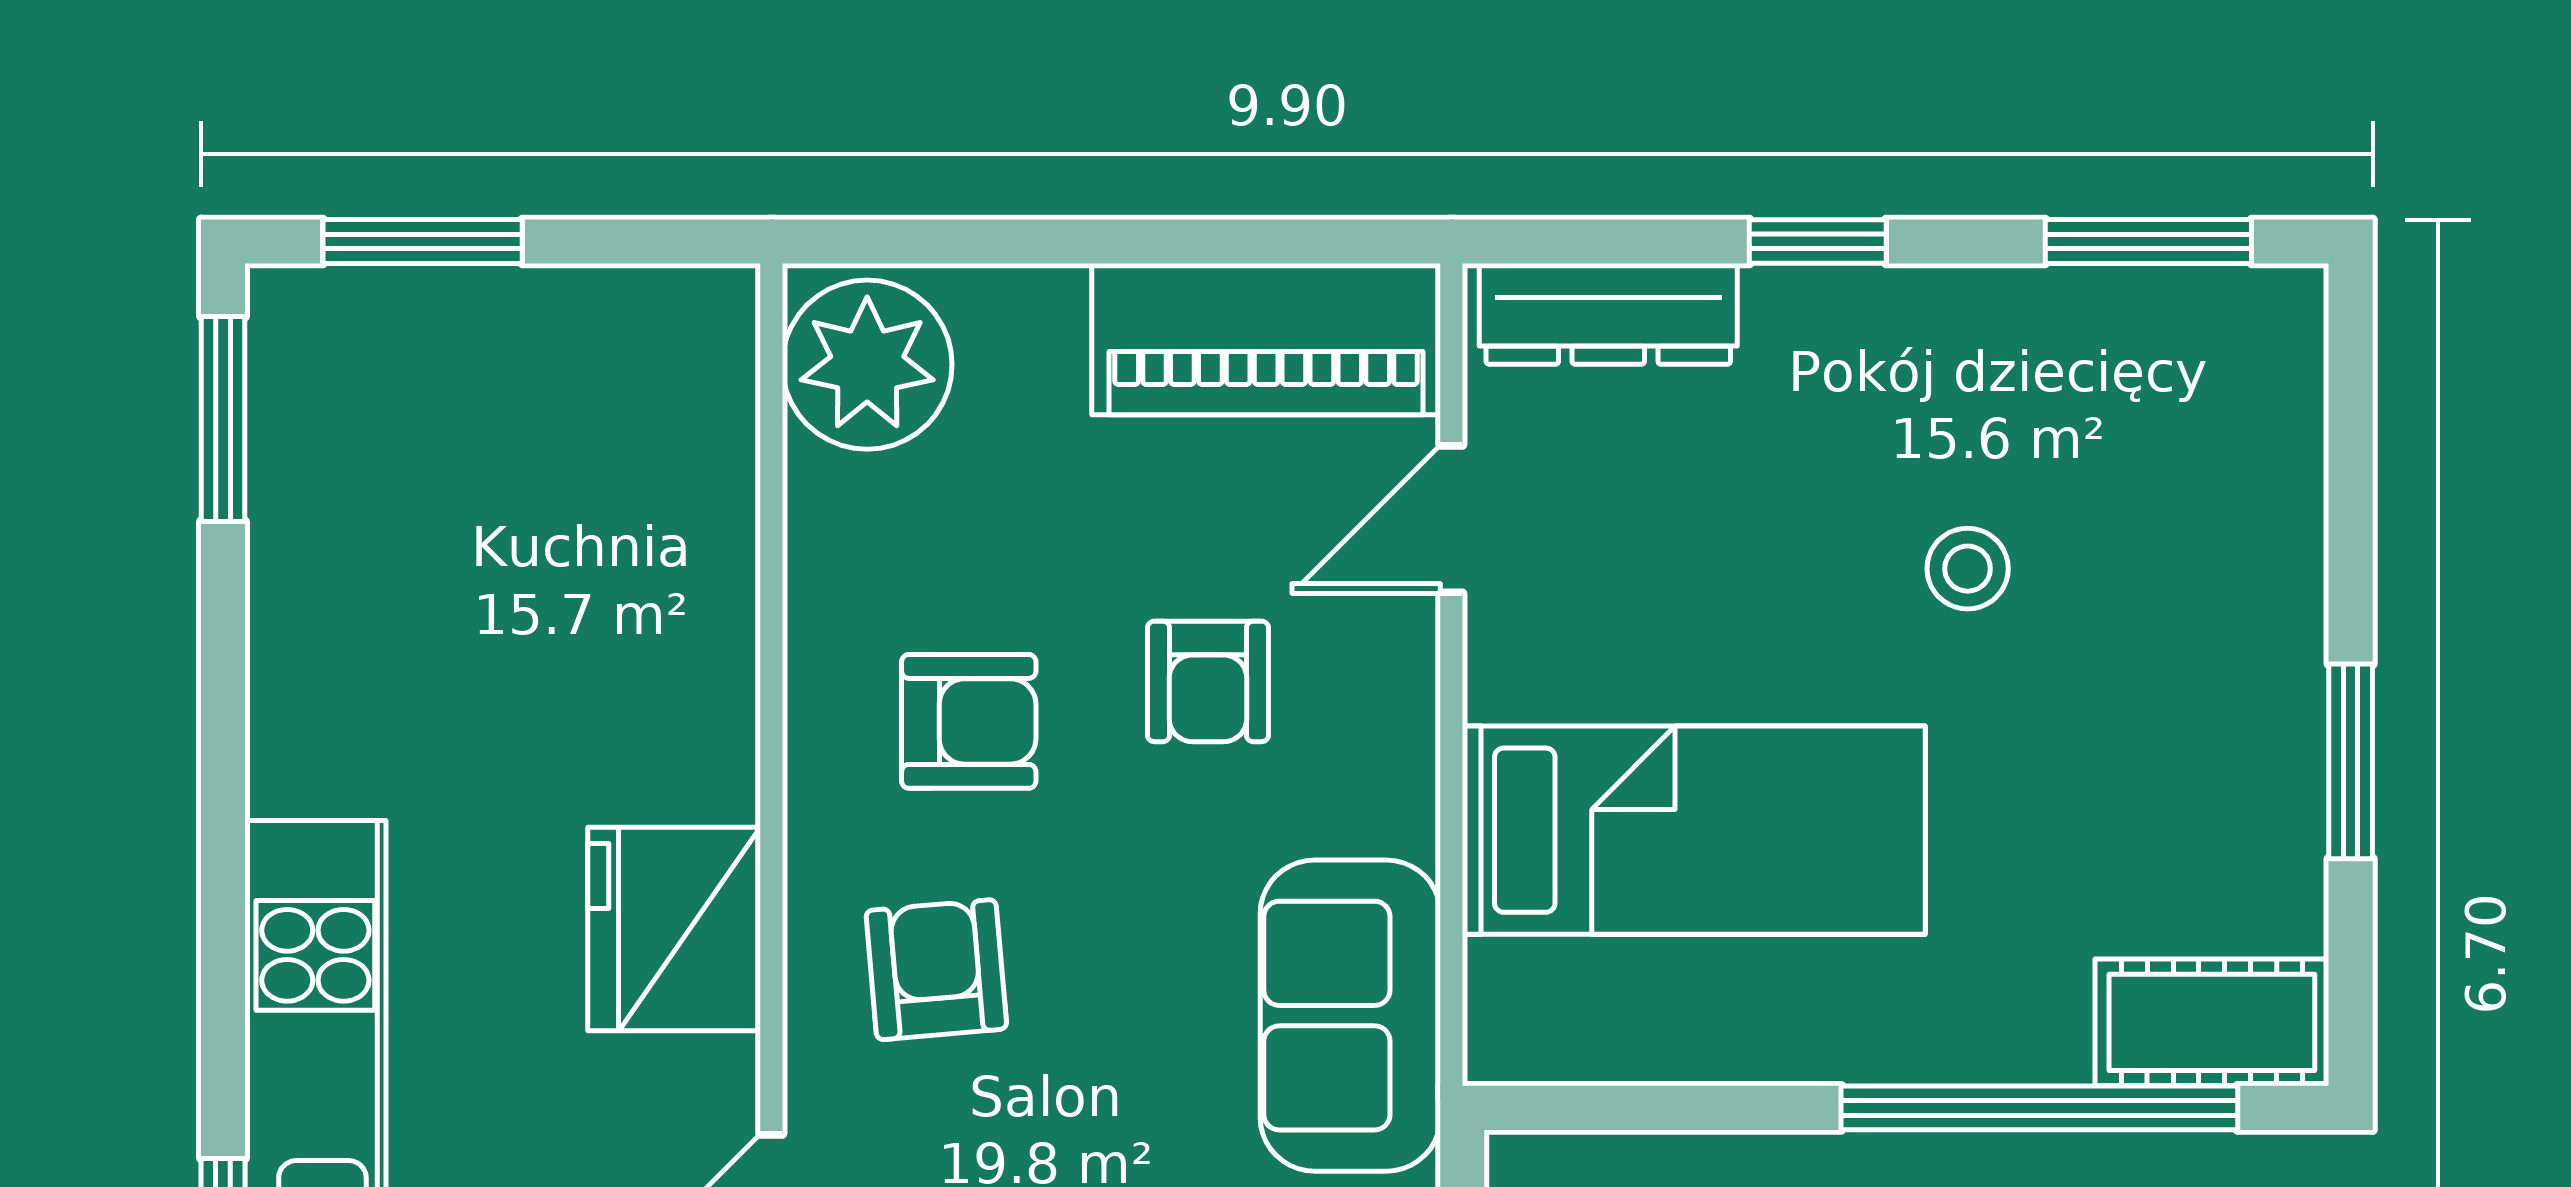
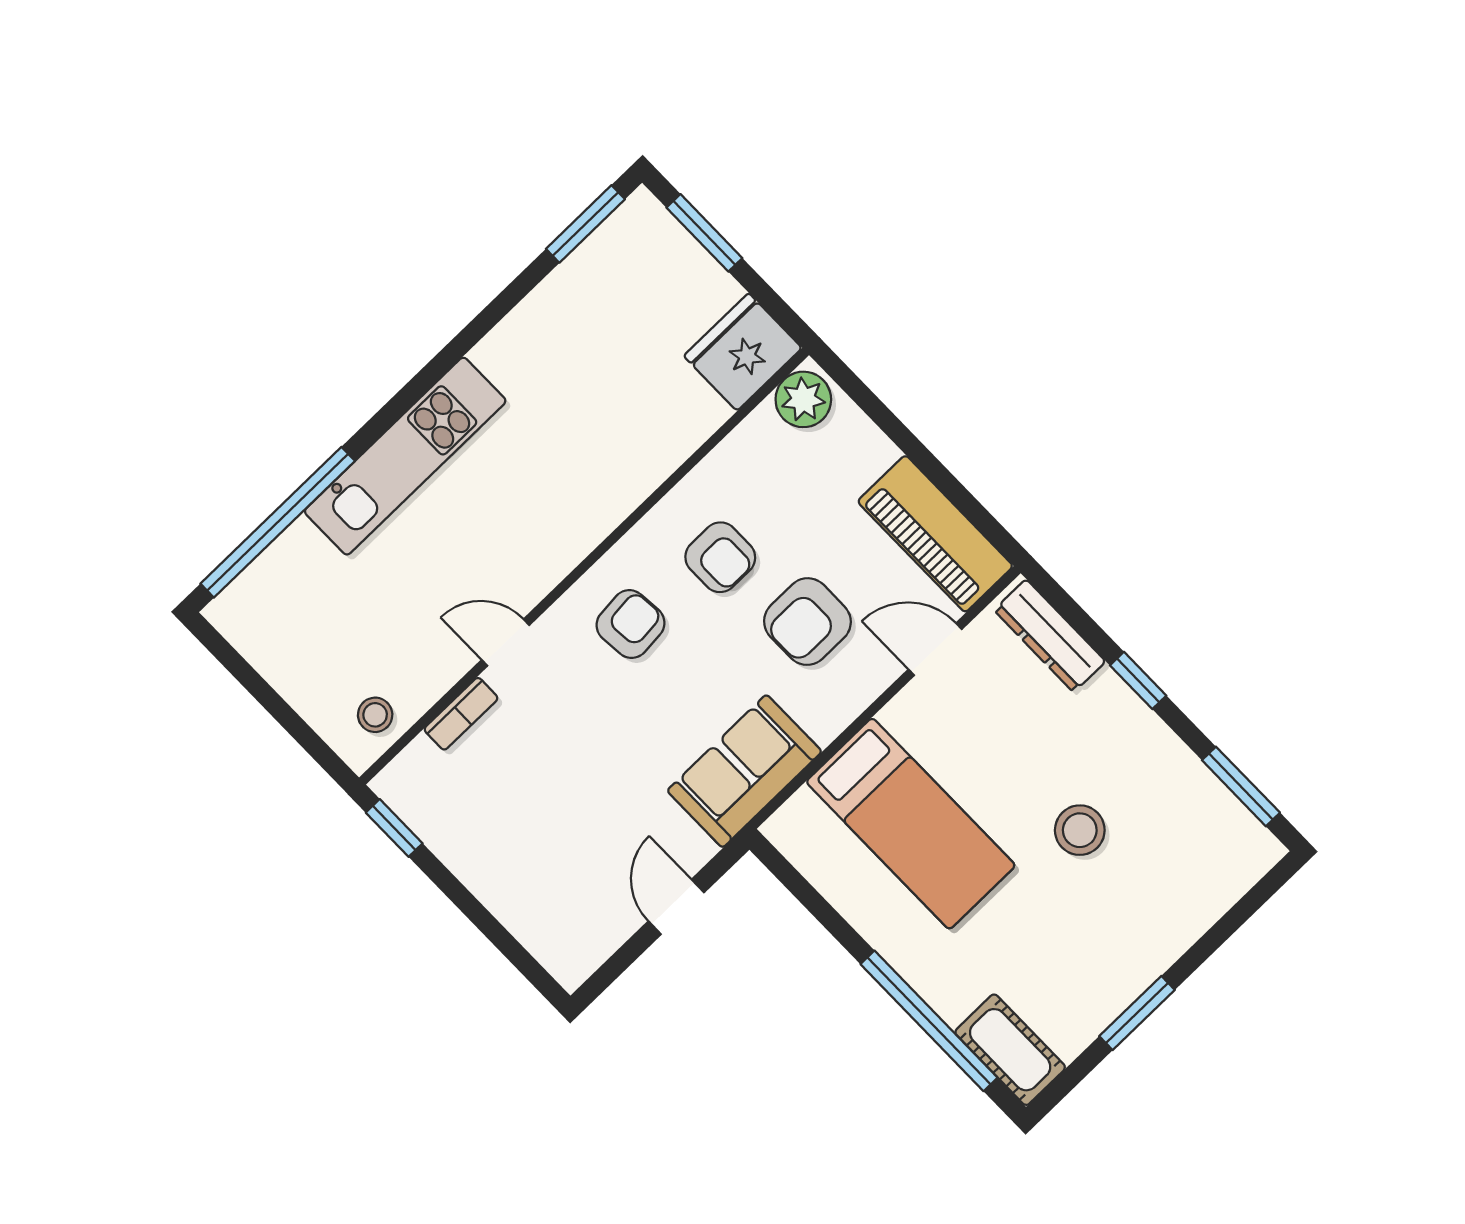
plant: (867, 365) -> (803, 399), width x0.73, depth x0.73
stool: (1968, 569) -> (1080, 830), width x1.37, depth x1.37
armchair: (1208, 681) -> (807, 622), width x1.38, depth x1.38
fridge: (674, 929) -> (743, 352), moved

